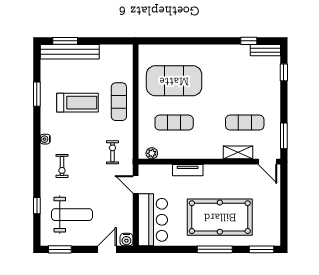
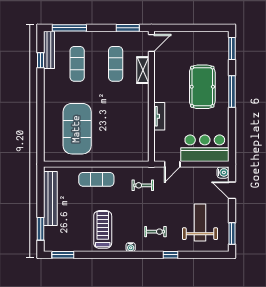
bench: (265, 50) -> (49, 50), width x1.36
bench: (70, 52) -> (50, 198), moved
window: (284, 72) -> (69, 28), width x2.17
window: (37, 94) -> (63, 255), moved
treadmill: (78, 103) -> (103, 229), moved
exercise mat: (174, 123) -> (77, 64), moved
plant: (152, 153) -> (144, 149), removed
window: (37, 206) -> (171, 255), moved
pool table: (220, 217) -> (202, 87), width x0.73, depth x0.76

